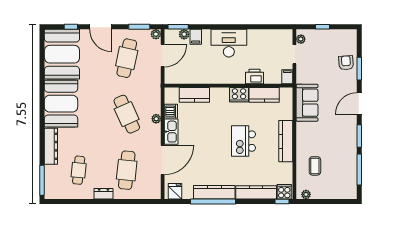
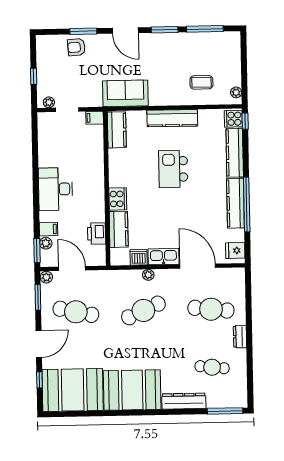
printer: (254, 76) -> (97, 234), moved
cooker: (239, 95) -> (118, 199), moved
kitchen counter: (264, 95) -> (117, 130), moved
kitchen island: (244, 141) -> (173, 169), turned 90

